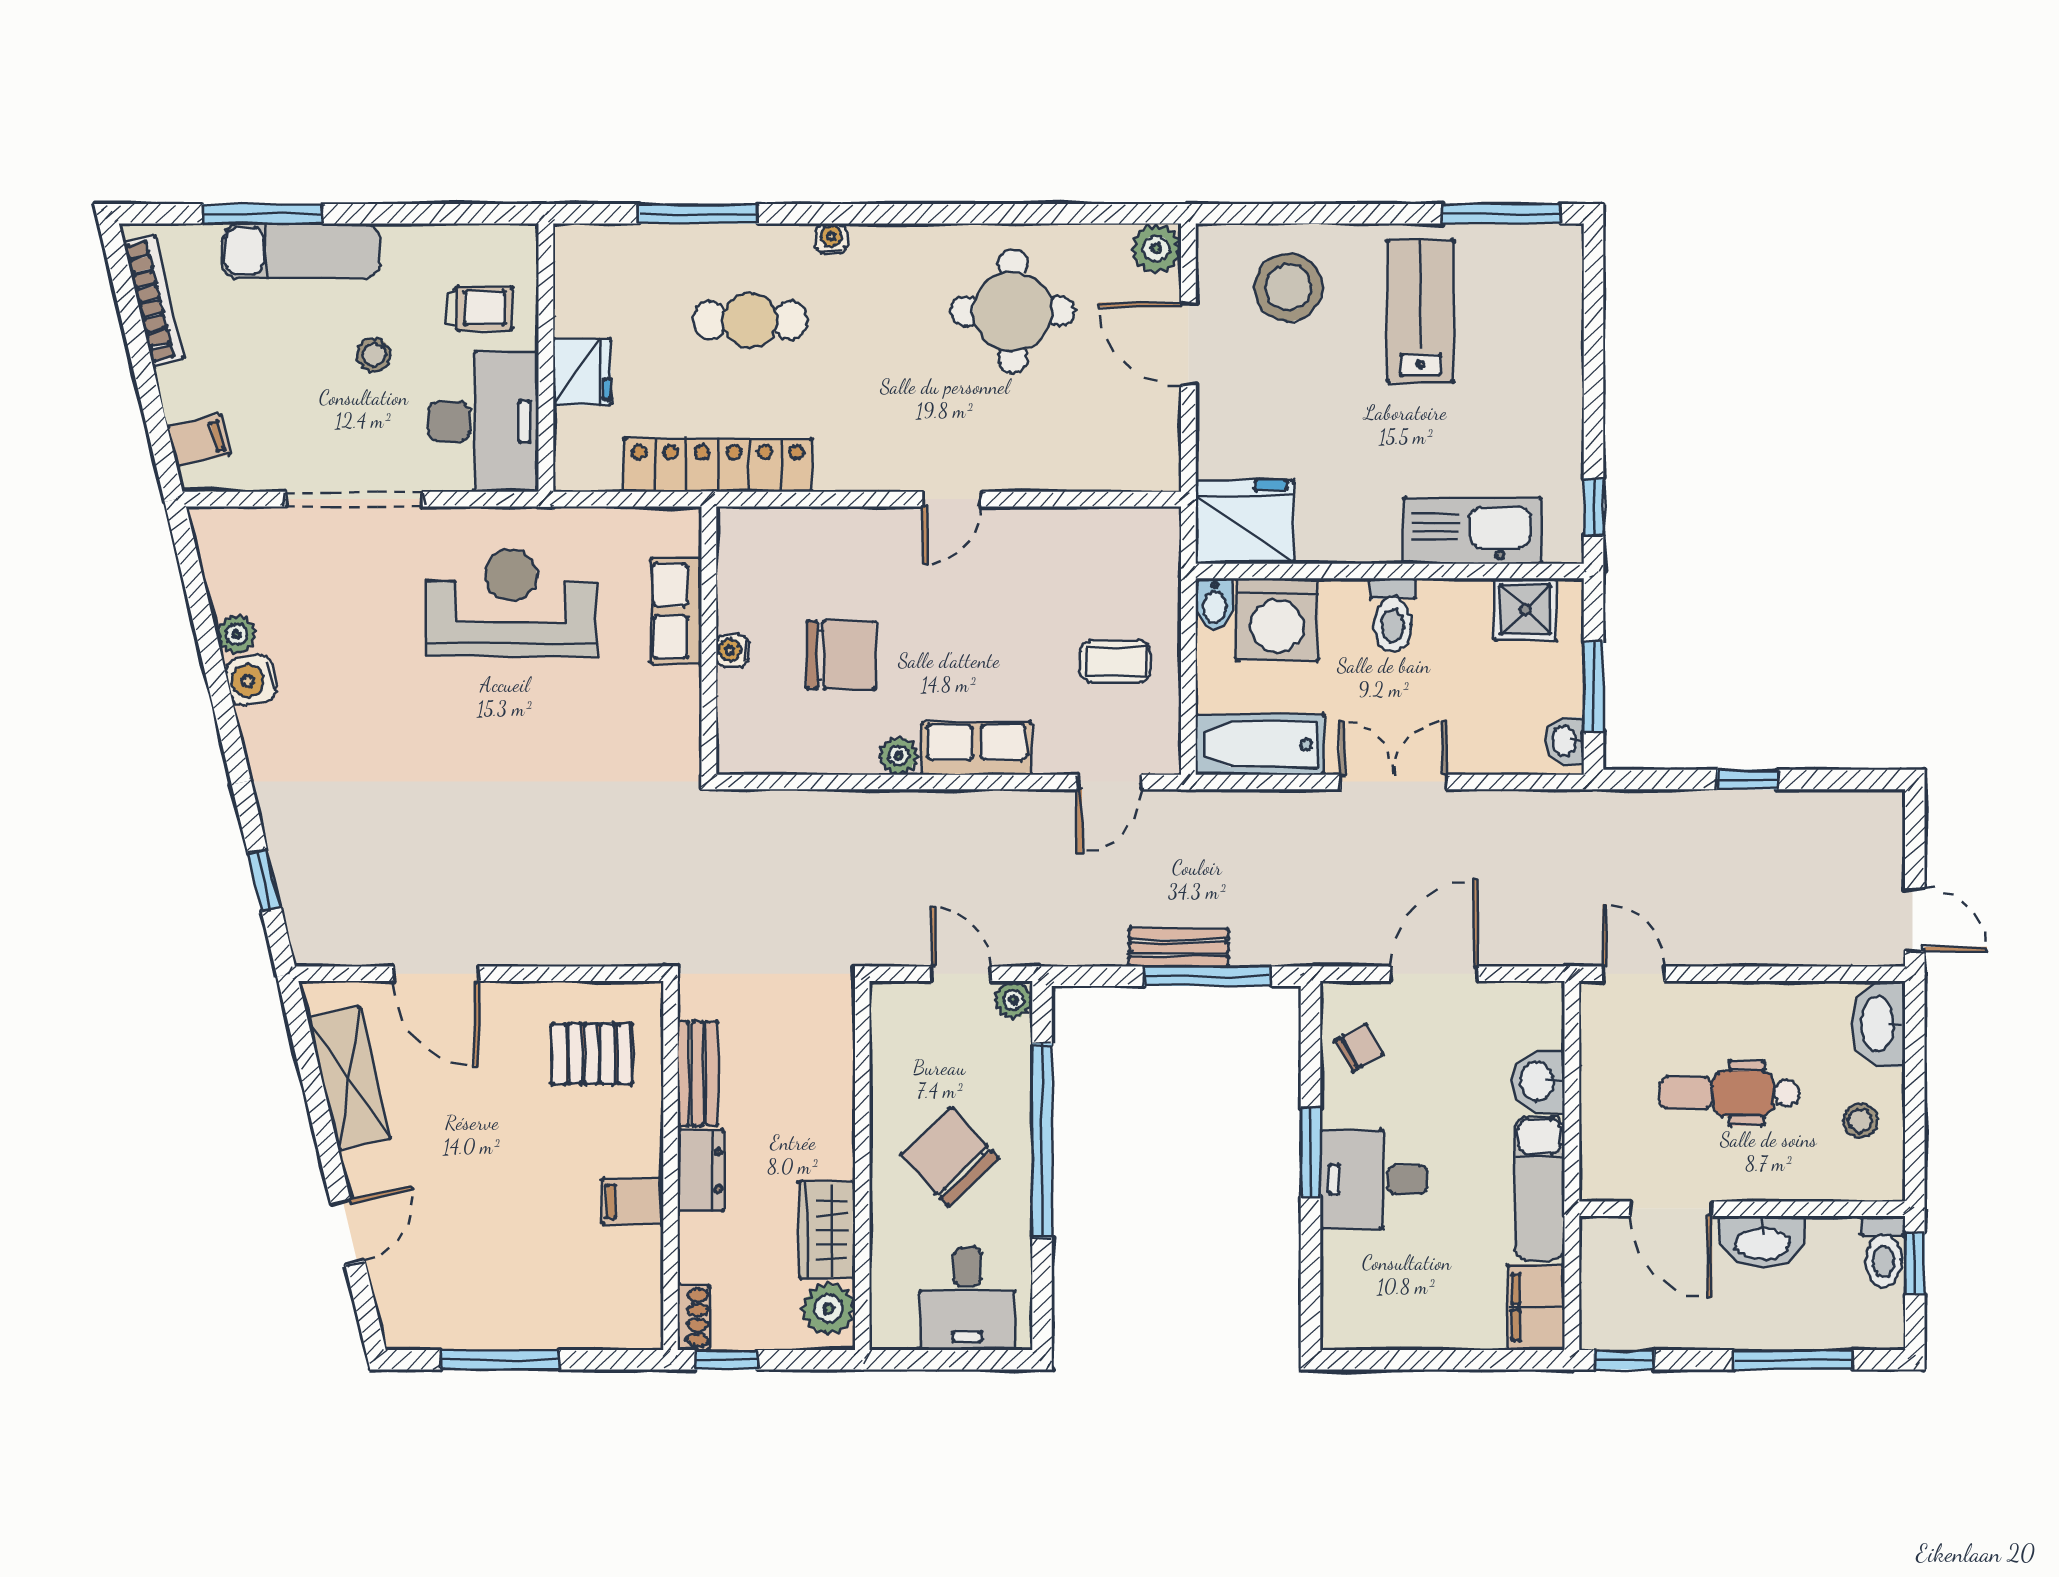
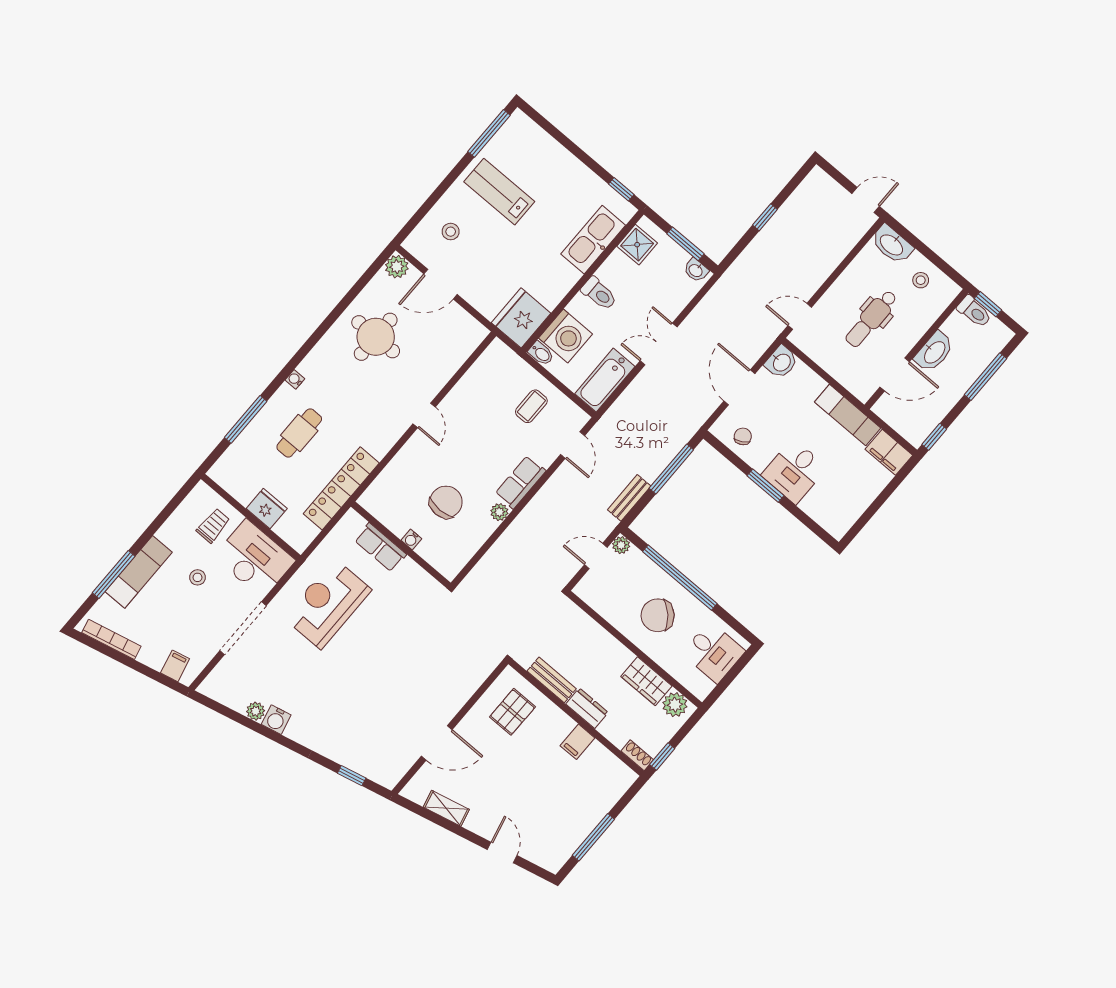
stool: (1288, 288) -> (451, 232), width x0.53, depth x0.53
bench: (1179, 948) -> (629, 498), moved
shelving: (349, 1078) -> (446, 808), width x0.67, depth x0.75
washbasin: (1538, 1082) -> (781, 362), moved, turned -90

